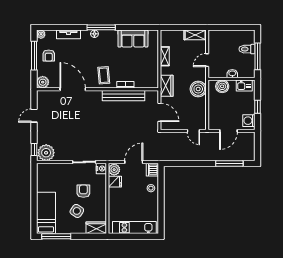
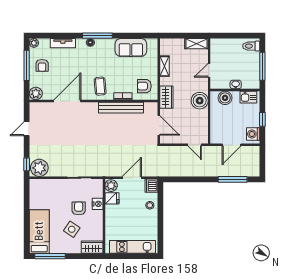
toilet: (247, 49) -> (251, 46), moved
armchair: (146, 75) -> (144, 86), added
door: (73, 89) -> (67, 101), hinge flipped
nightstand: (101, 168) -> (98, 204), moved

